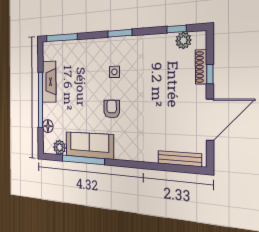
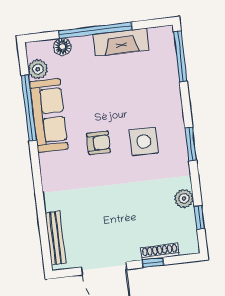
plant: (183, 40) -> (184, 199), moved
side table: (114, 72) -> (144, 142), width x1.87, depth x1.87

